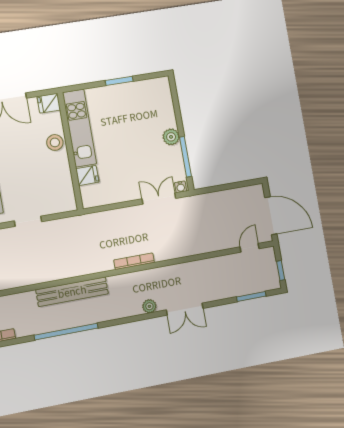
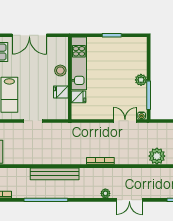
fridge: (49, 103) -> (61, 92), moved
plant: (212, 240) -> (157, 156), added

